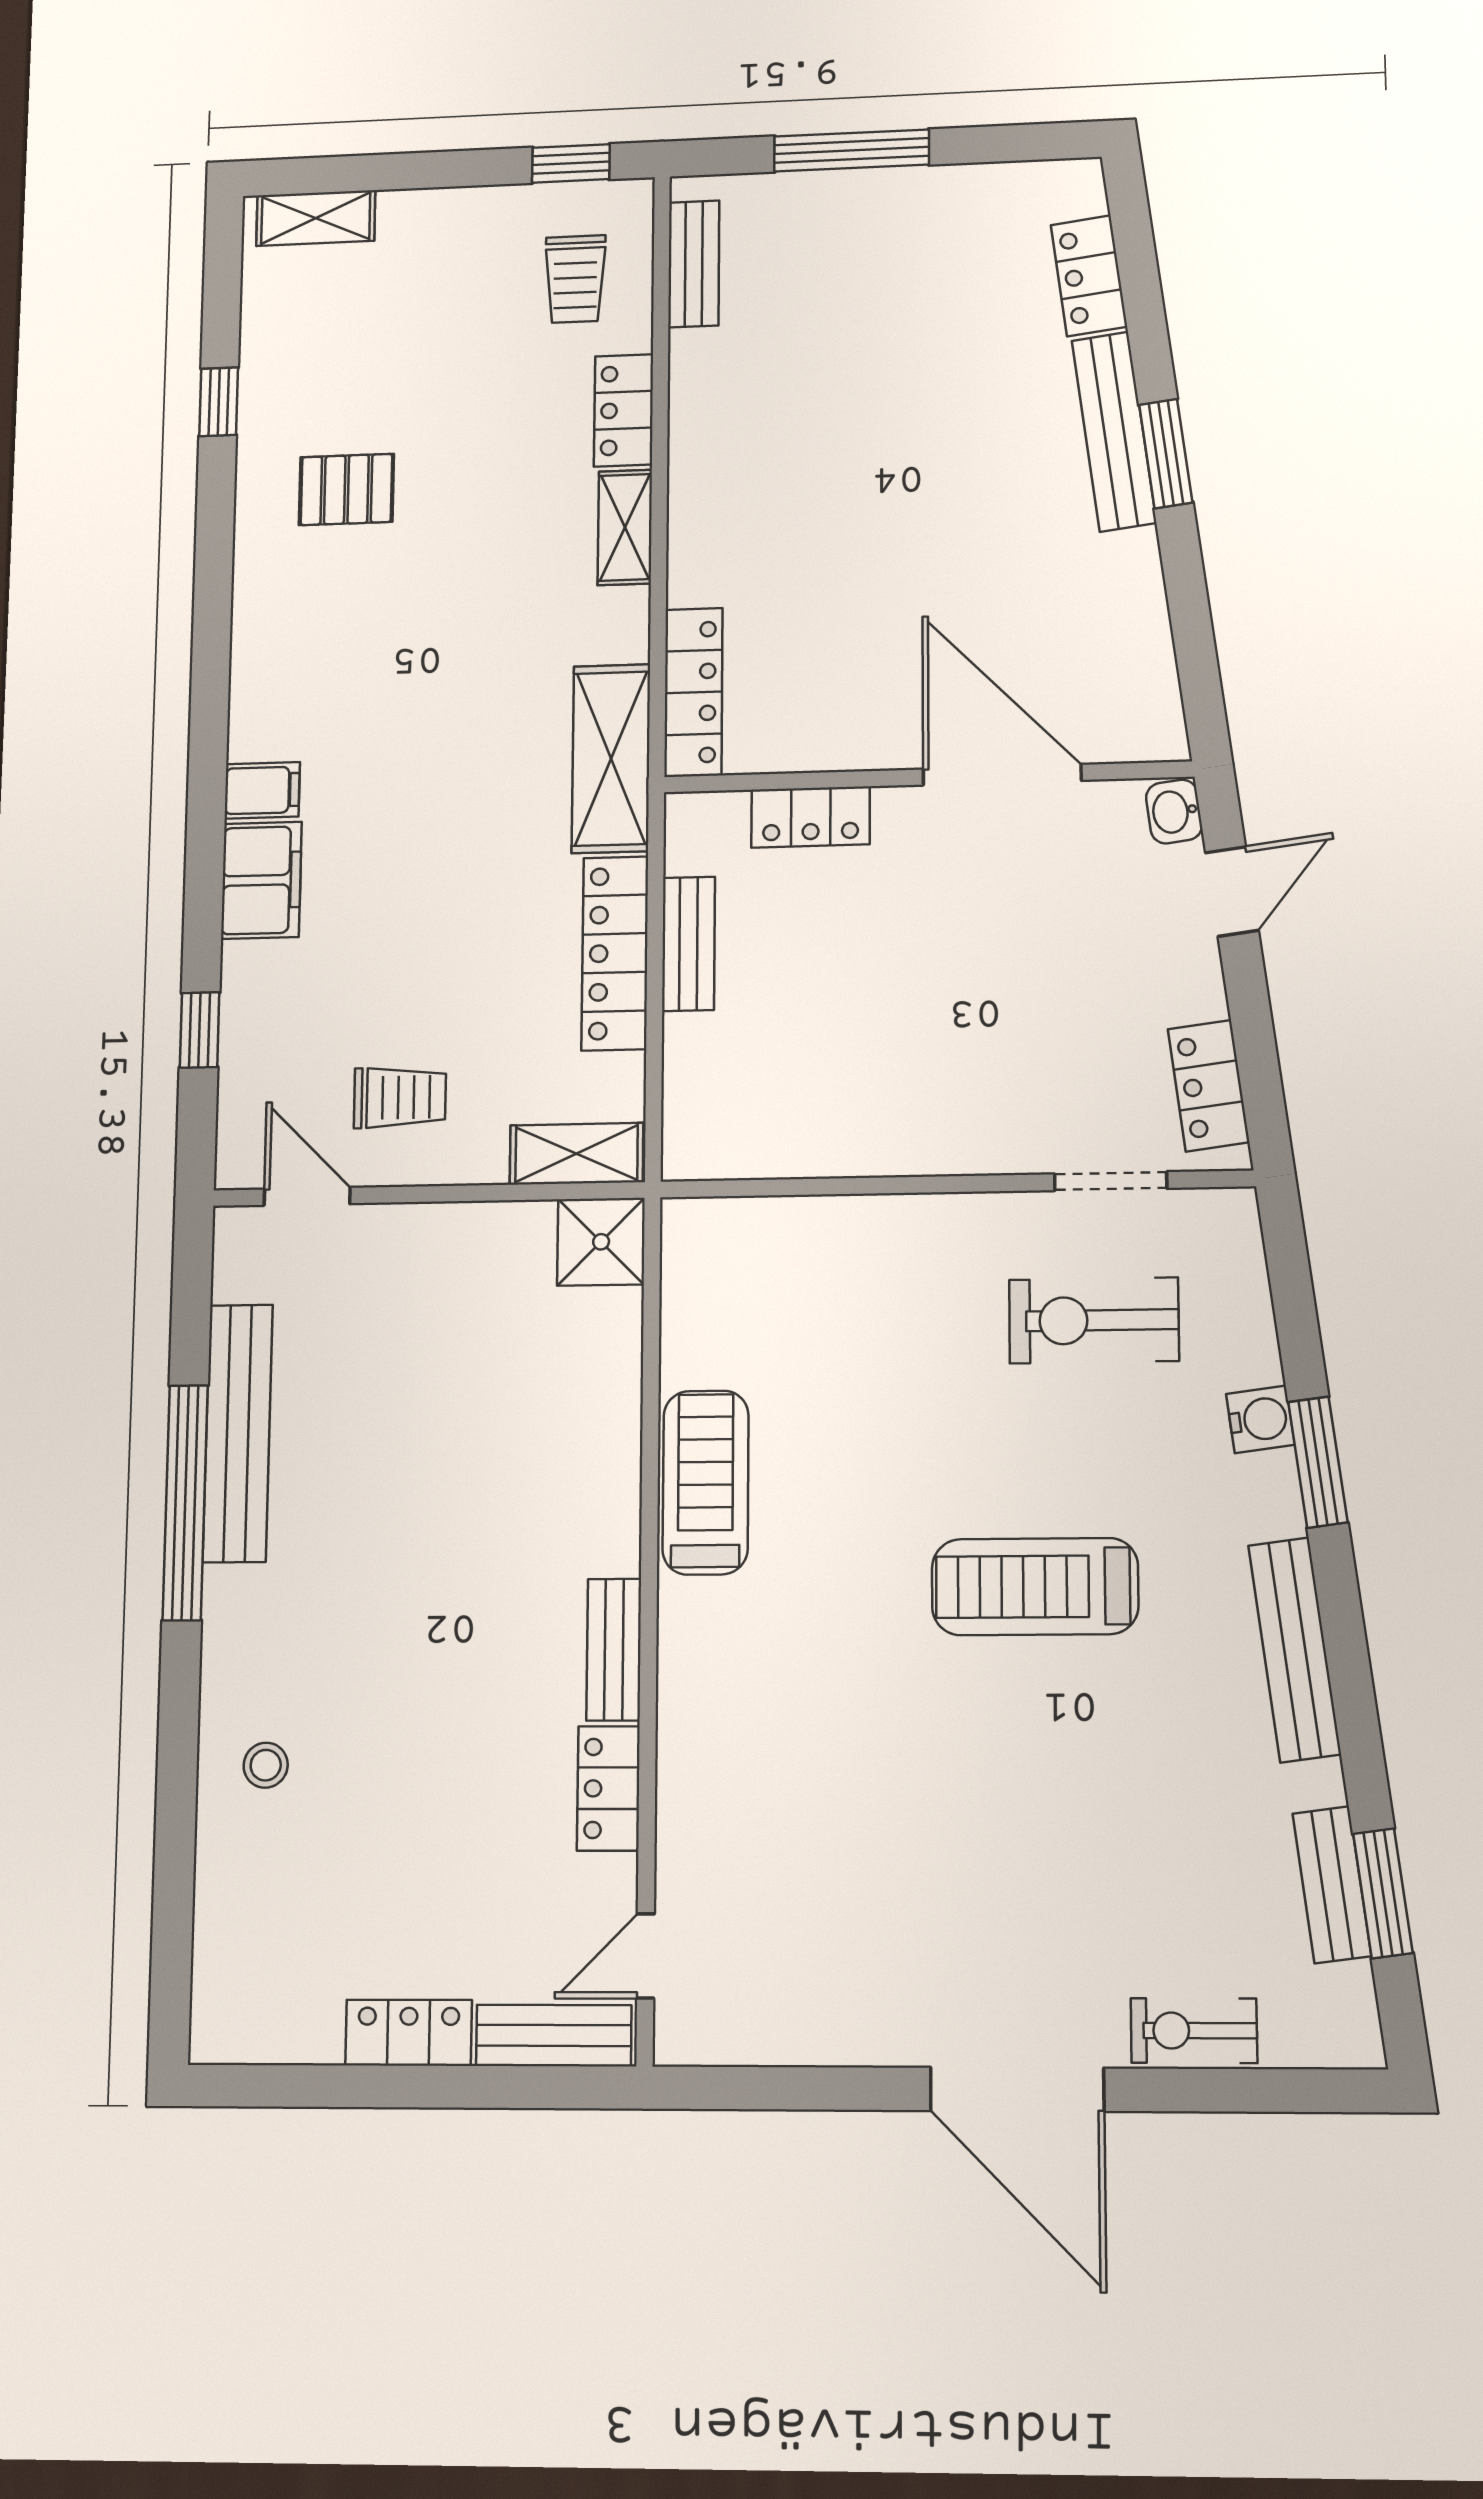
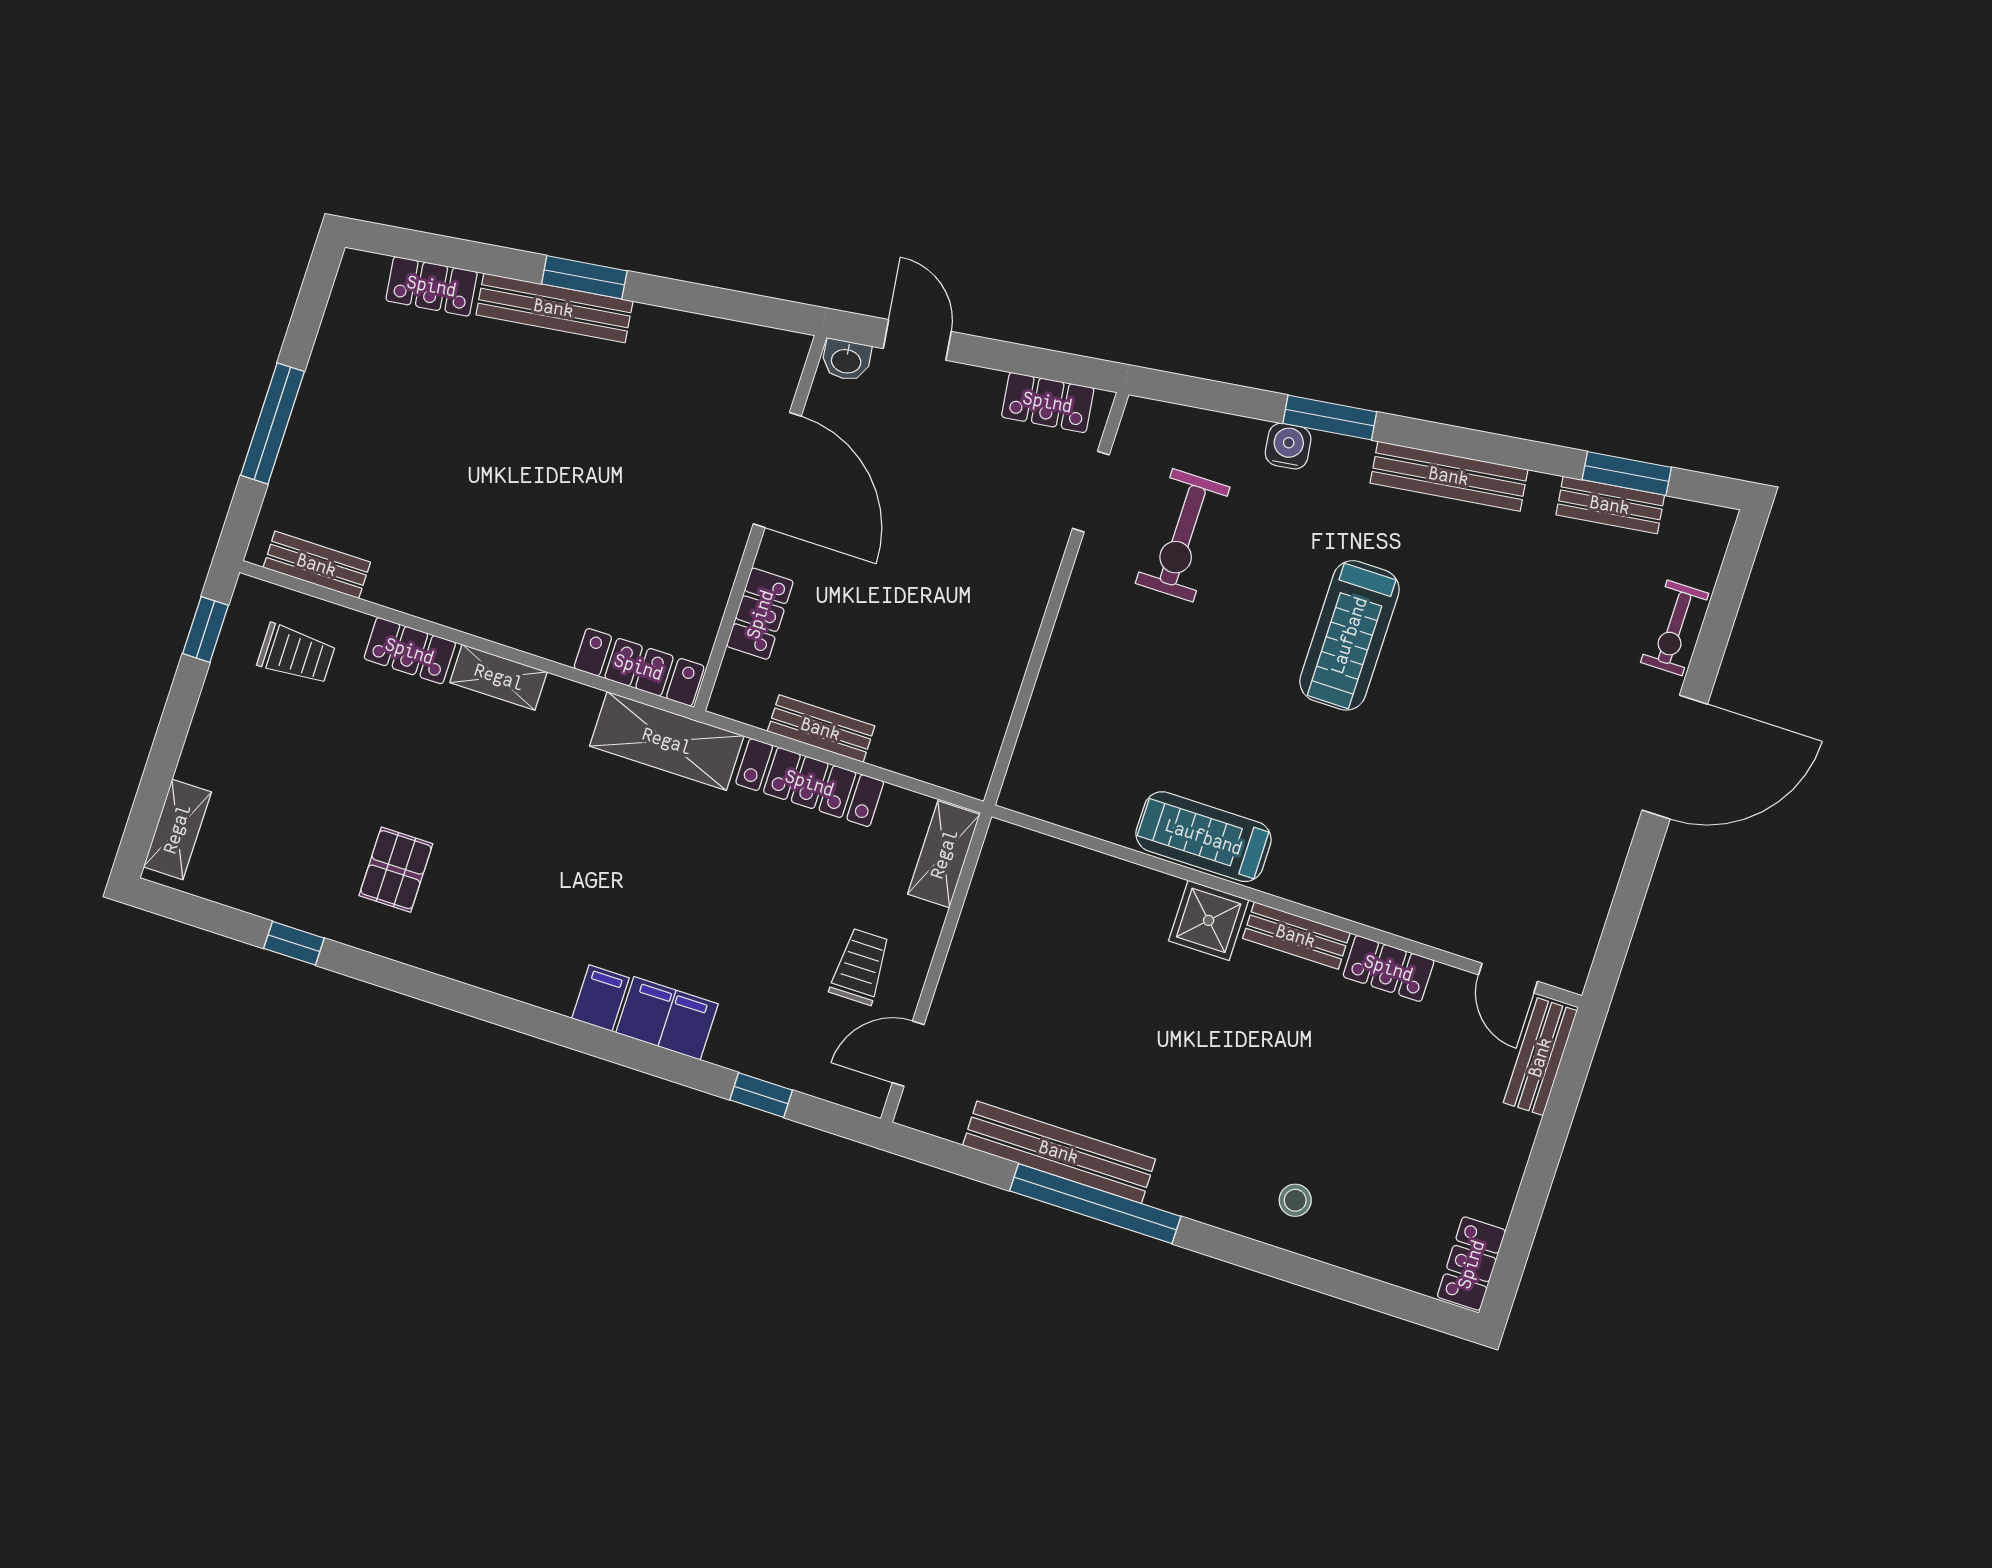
door: (1002, 775) -> (777, 470), swing flipped
shower: (601, 1242) -> (1209, 920), moved
locker: (409, 2033) -> (1471, 1264), moved

